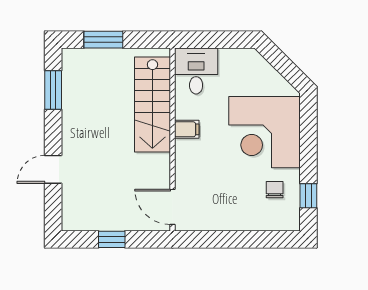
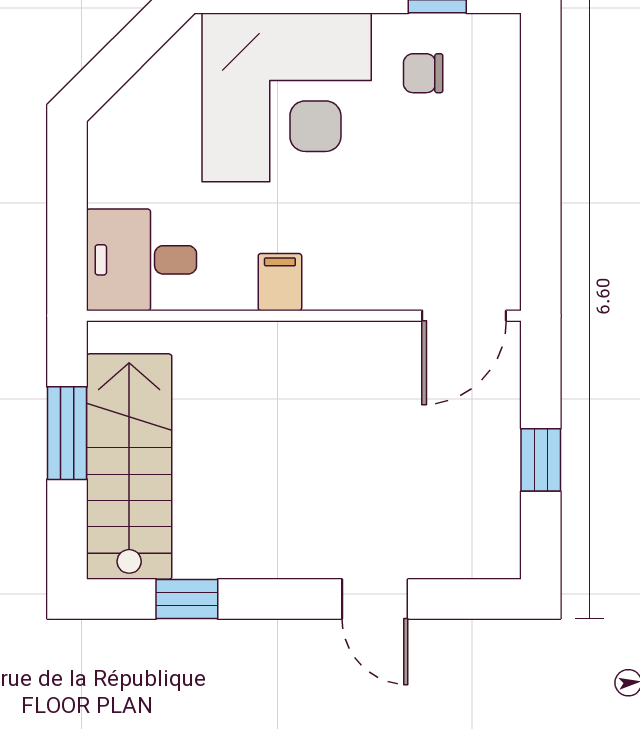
window: (103, 40) -> (67, 433), moved
window: (53, 90) -> (187, 599), width x0.67
stairs: (152, 105) -> (129, 467), moved, turned -90

